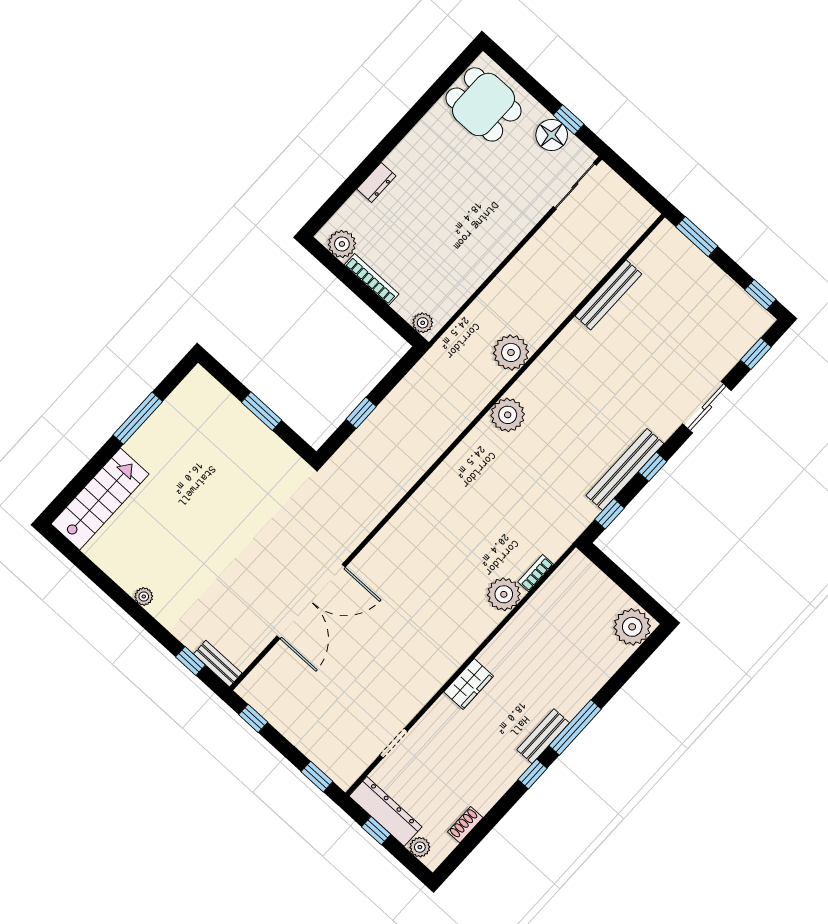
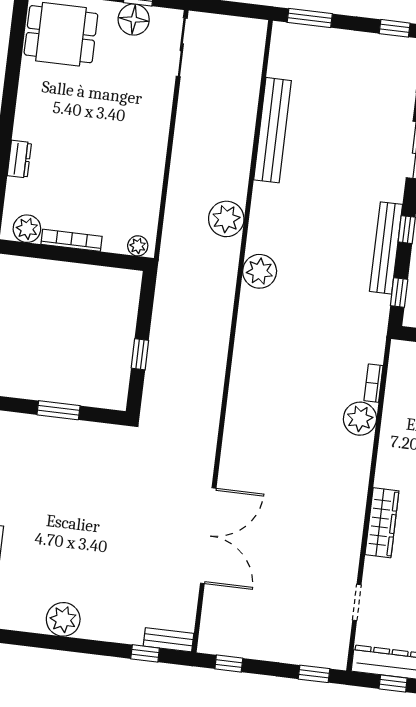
bench: (608, 295) -> (273, 130), width x1.37, depth x1.21
plant: (144, 596) -> (63, 619), width x1.88, depth x1.88
wardrobe: (469, 684) -> (382, 523), width x1.50

